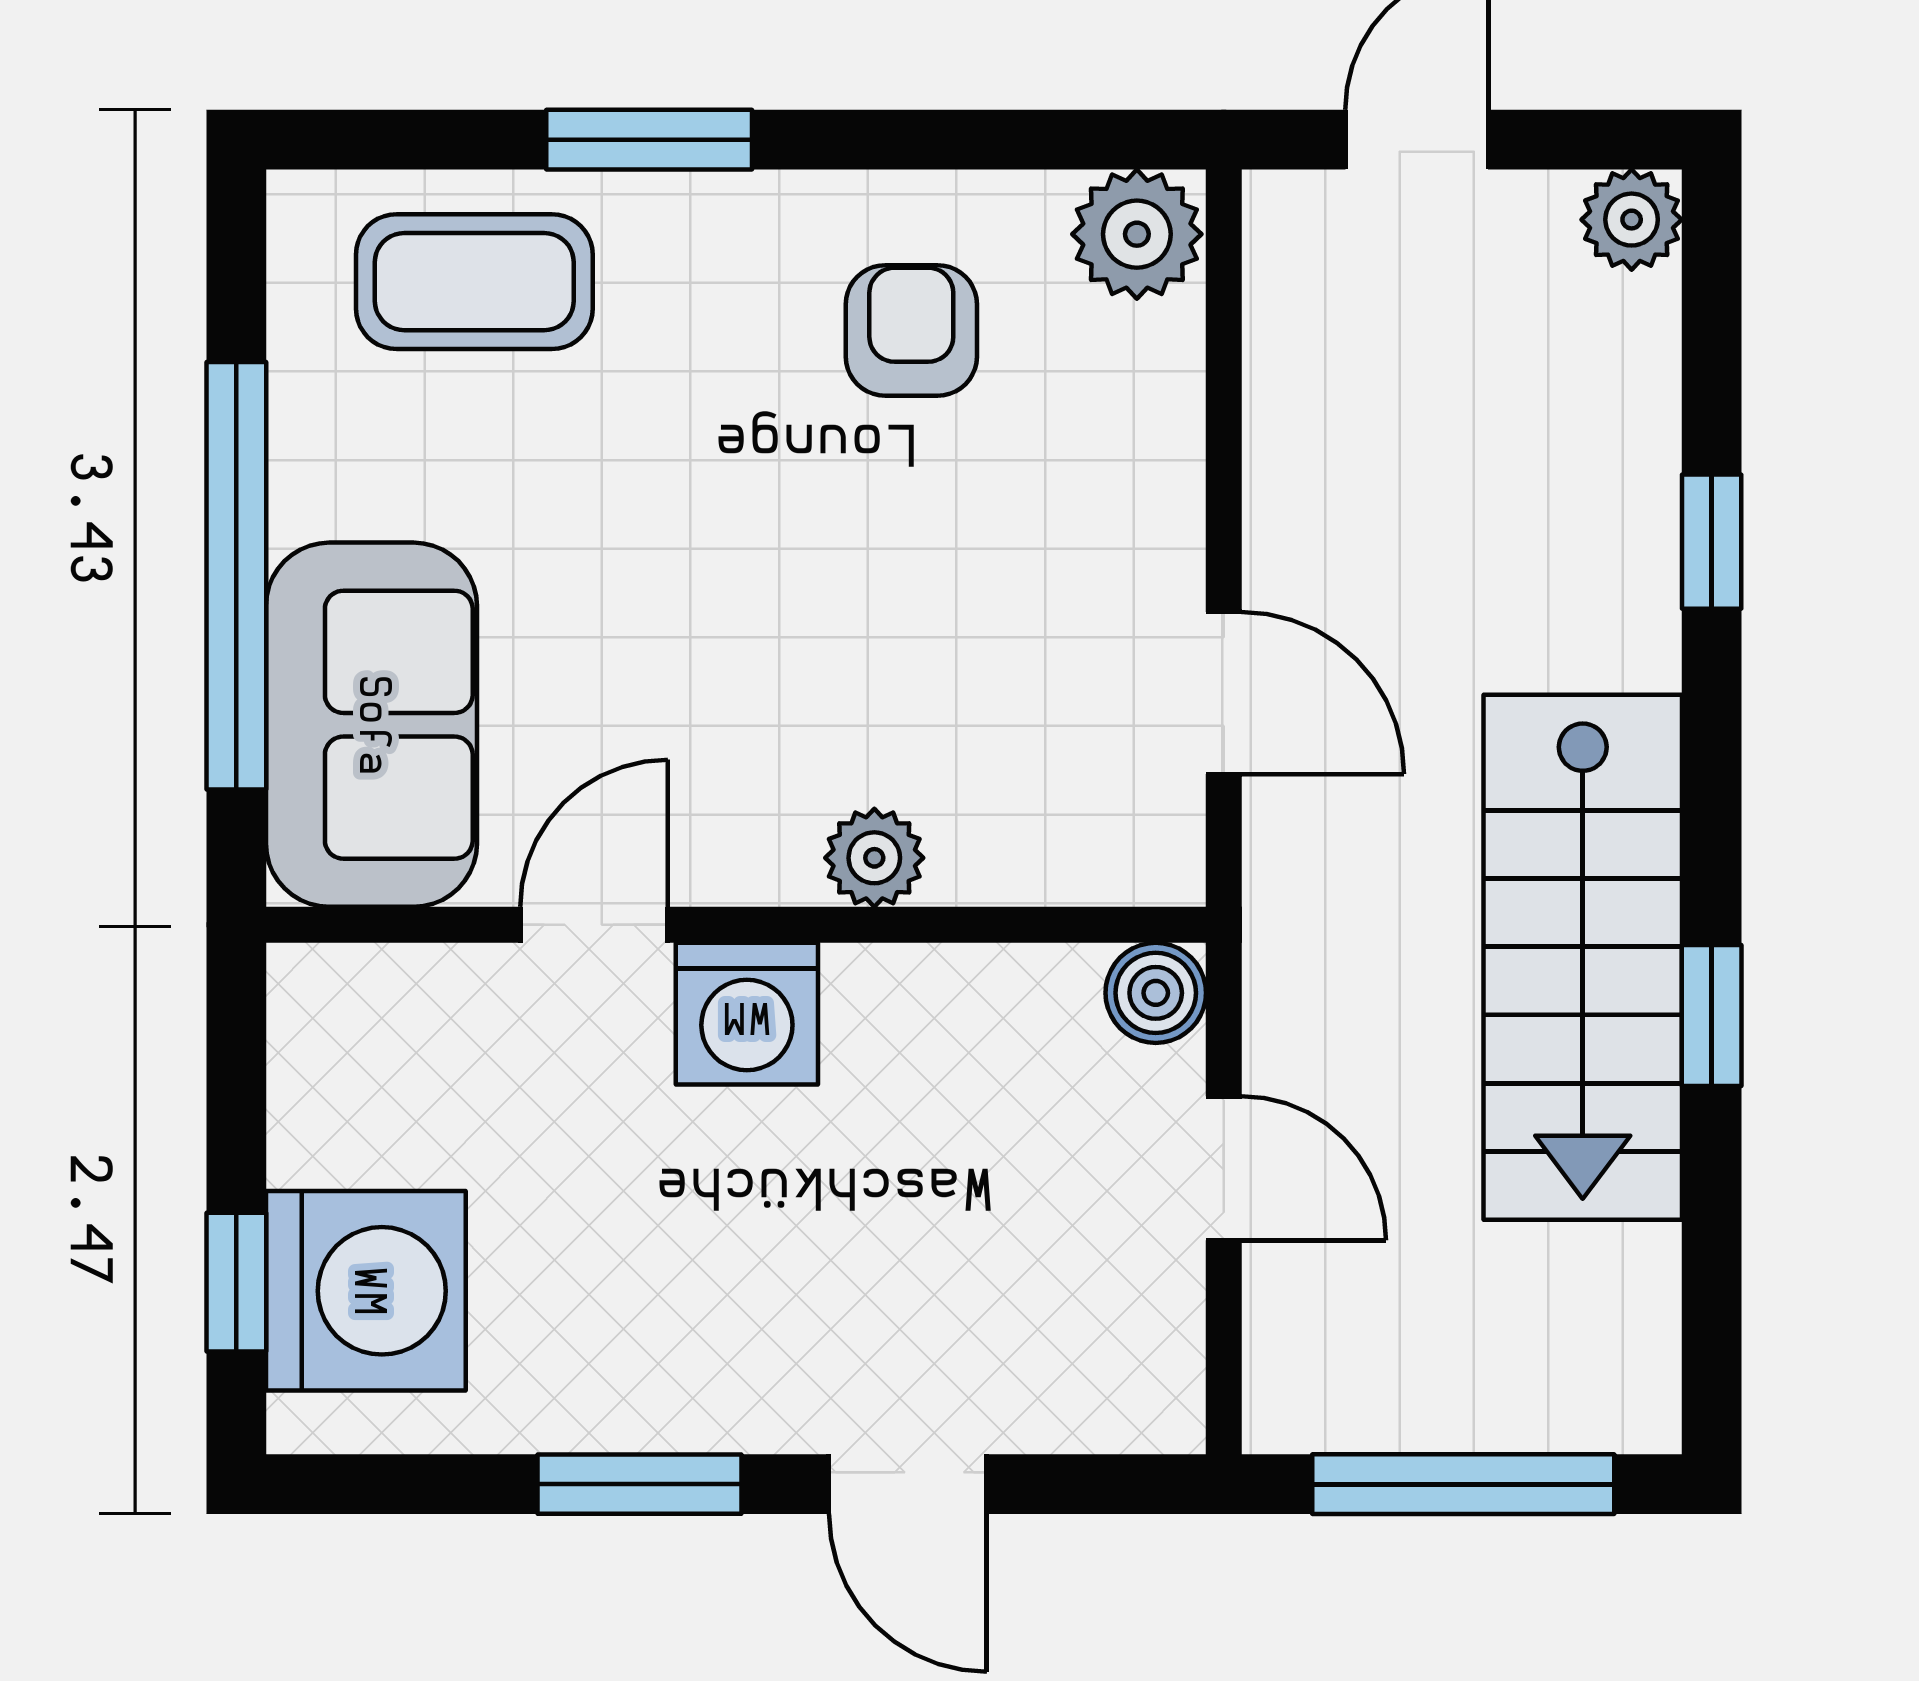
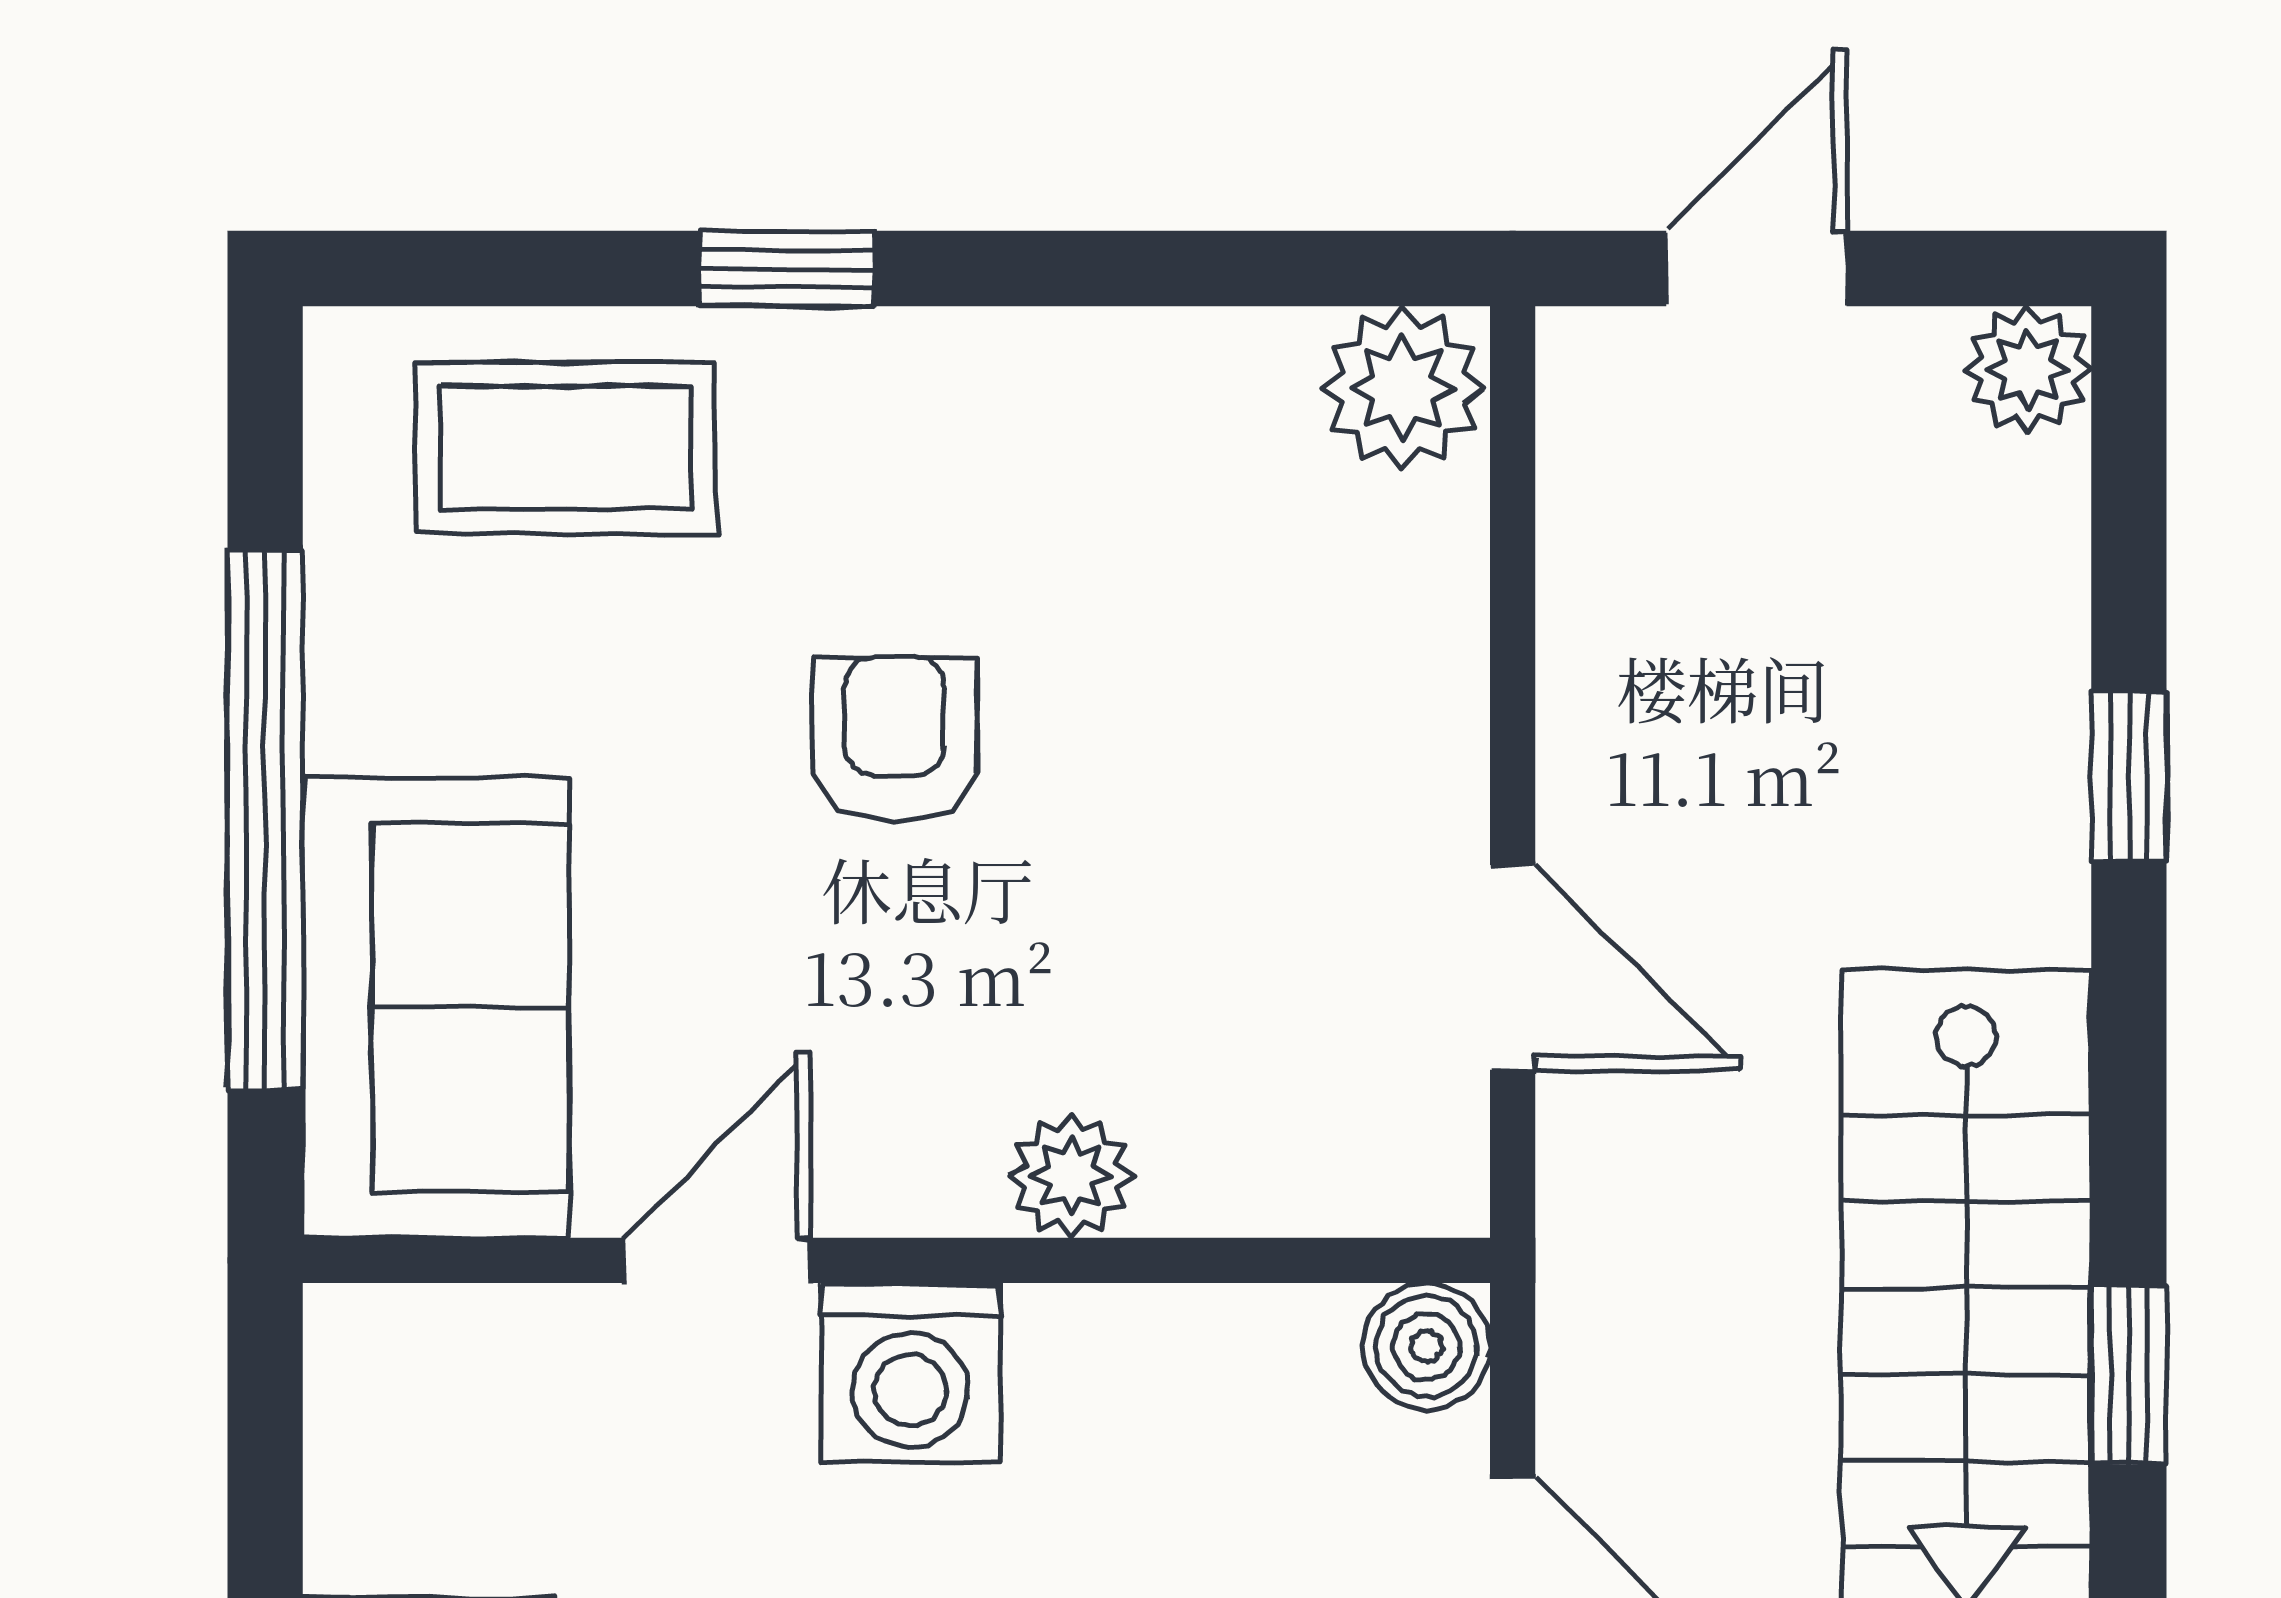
window: (649, 140) -> (787, 268), width x0.67
armchair: (911, 330) -> (895, 739), moved

